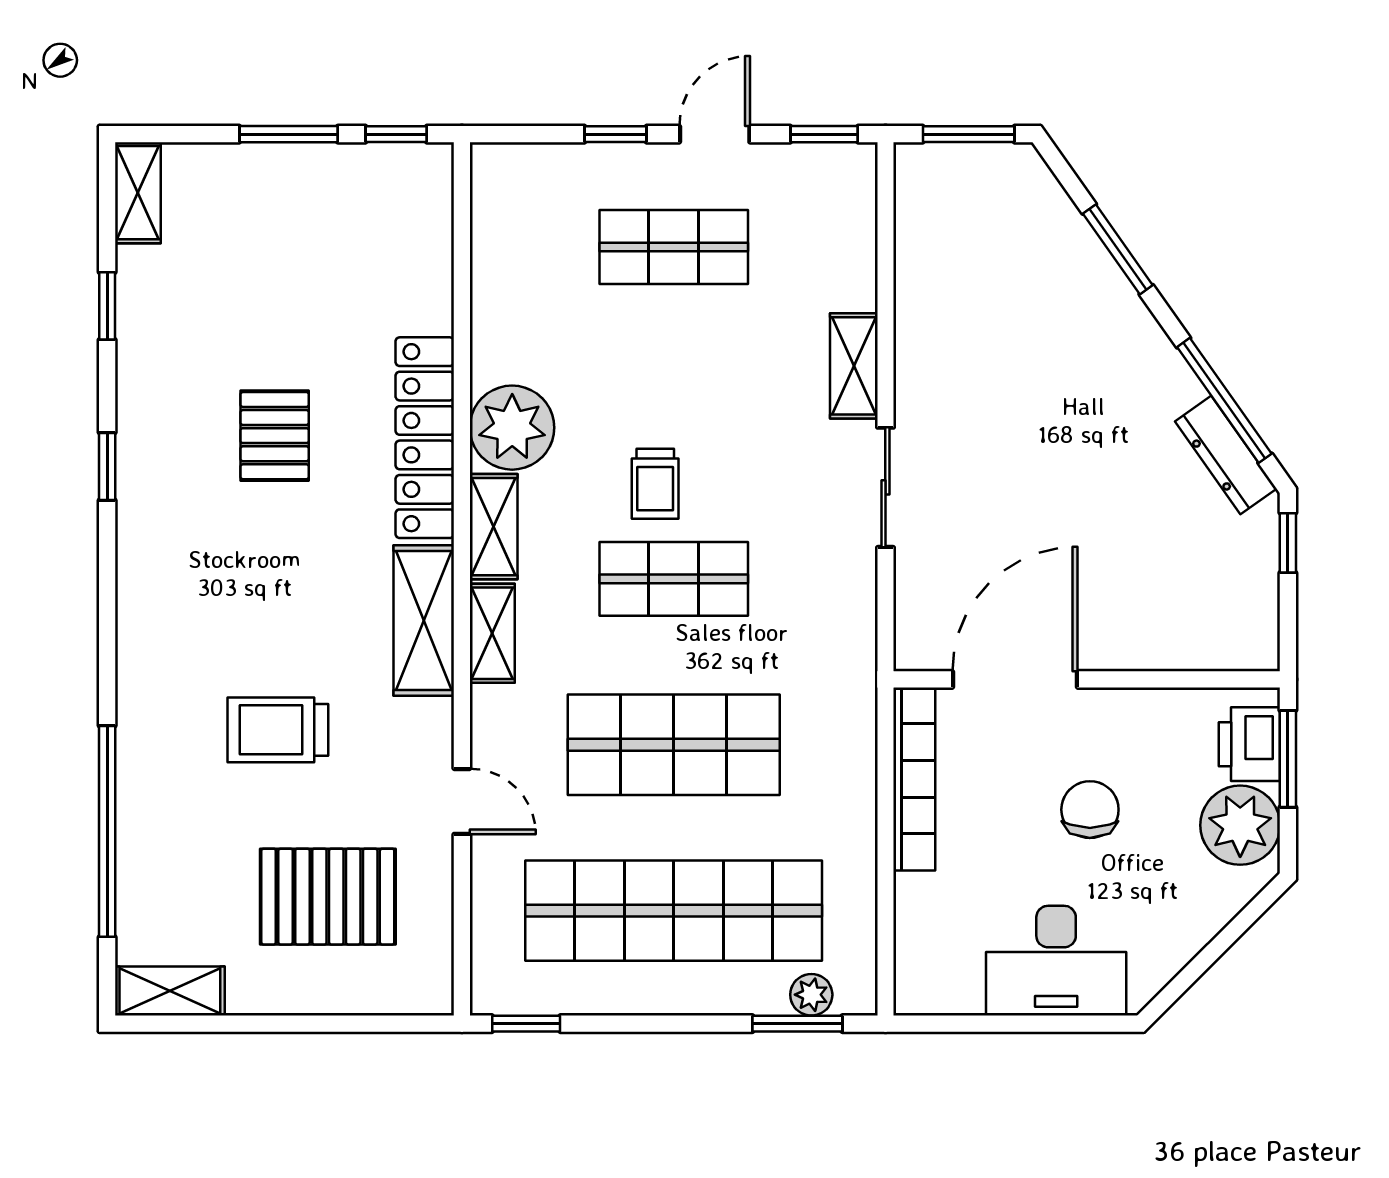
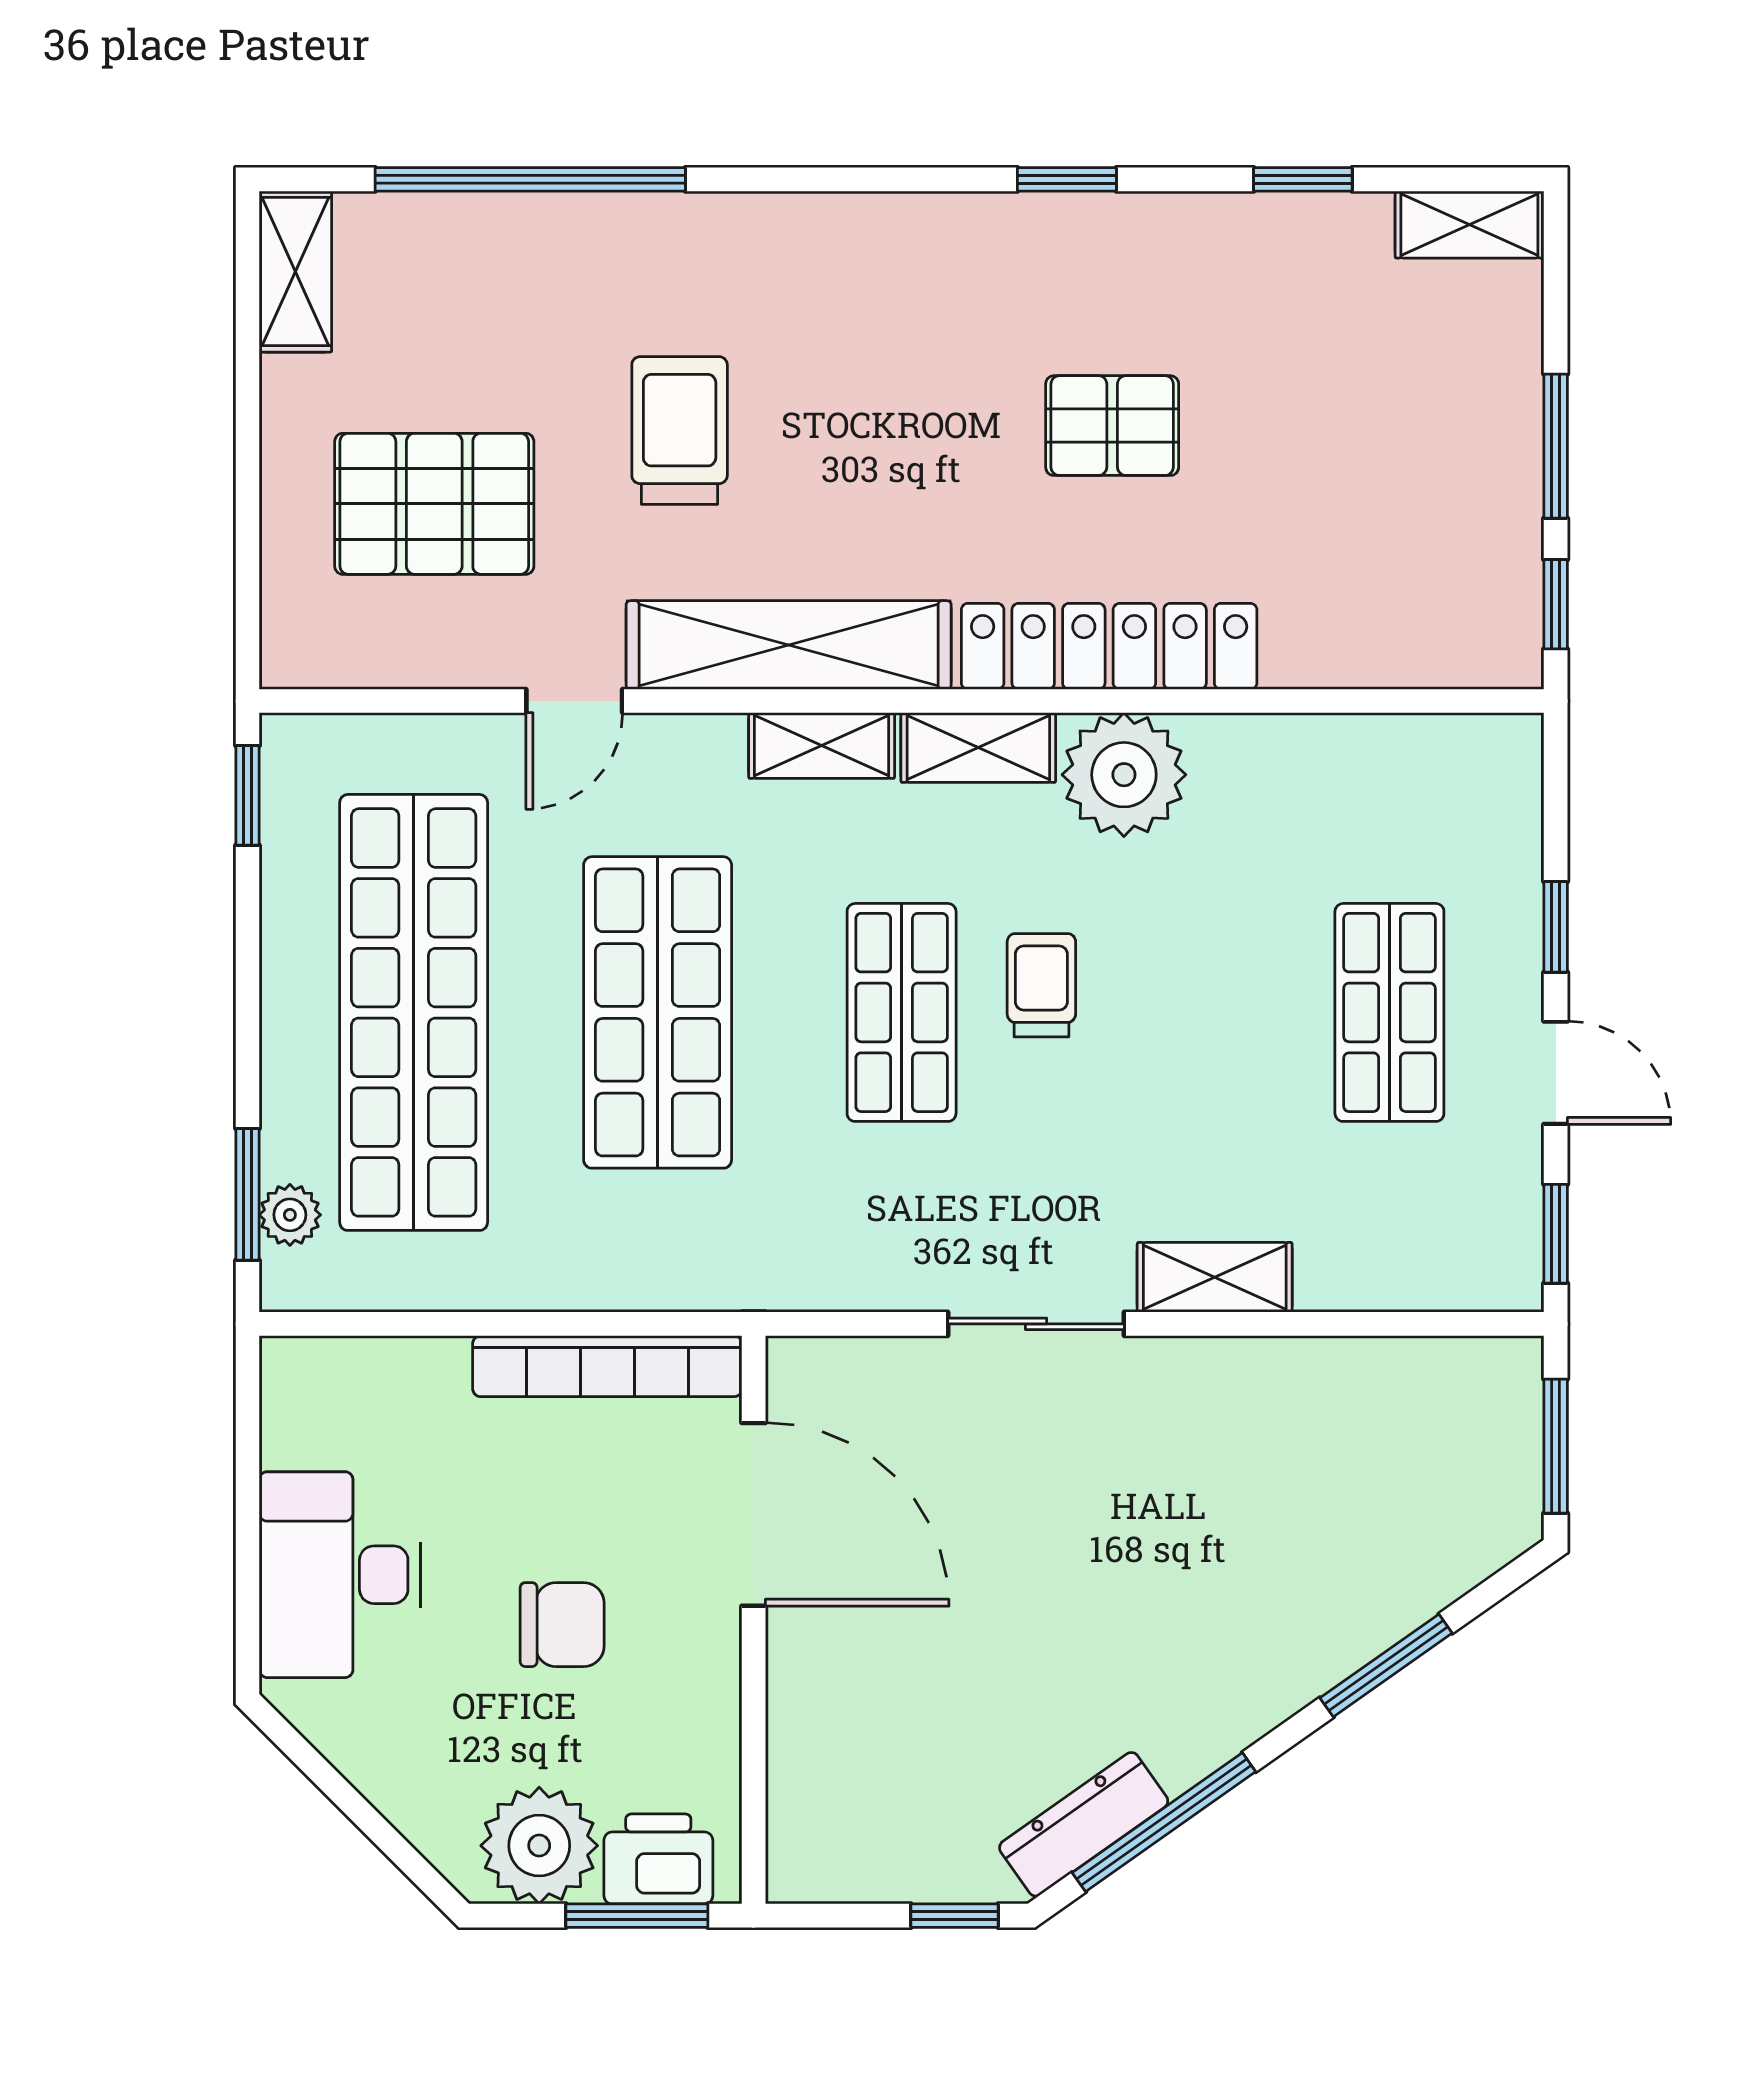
trolley: (655, 484) -> (1041, 985), turned 90
shelving: (424, 620) -> (789, 645), width x1.47
pallet: (328, 897) -> (434, 504), turned 90

